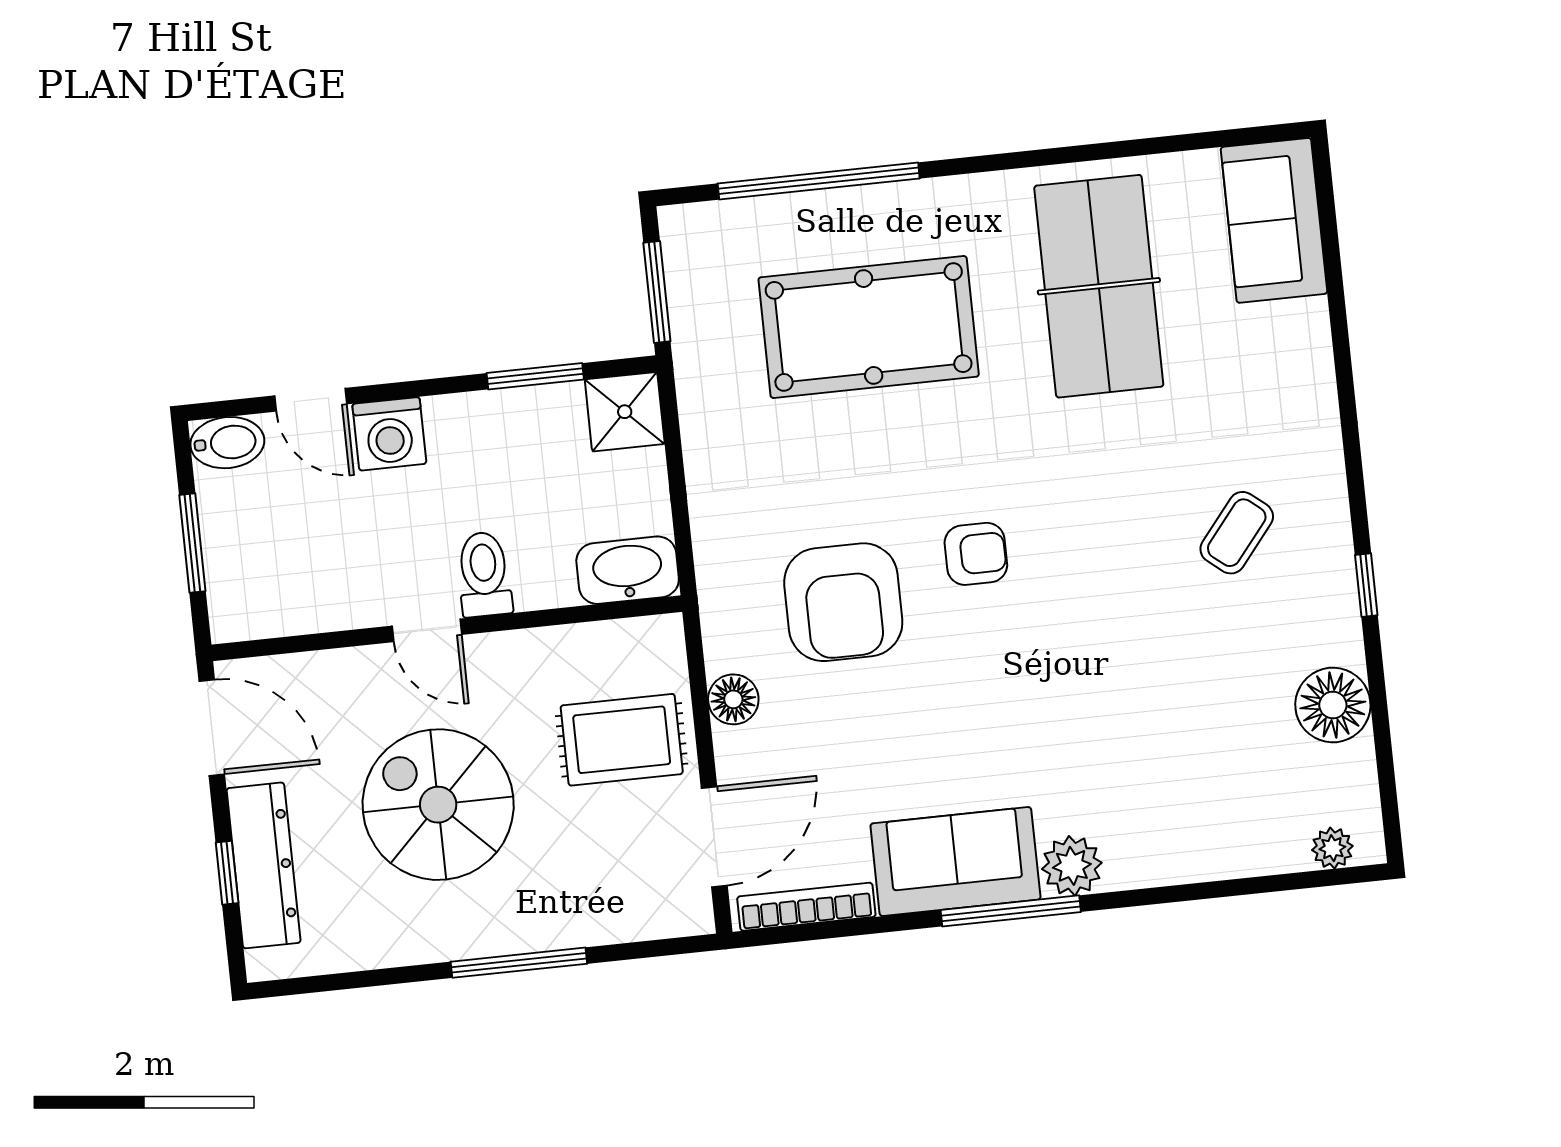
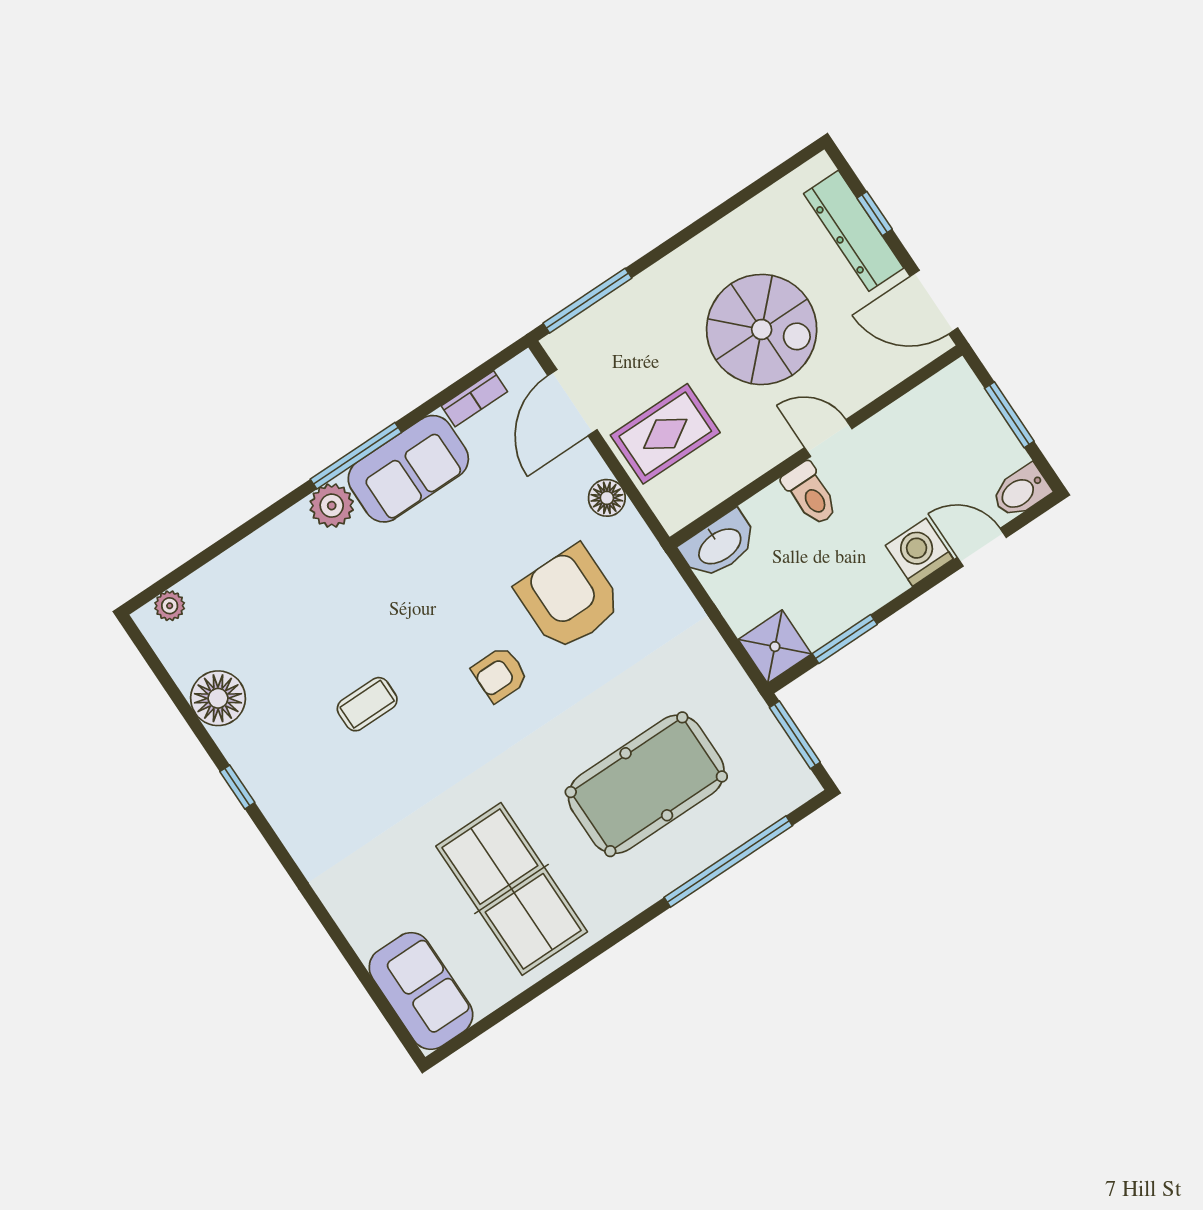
coffee table: (1237, 533) -> (367, 704), moved, turned 51
bookcase: (806, 907) -> (474, 399), width x0.64
window: (519, 963) -> (587, 301), moved

